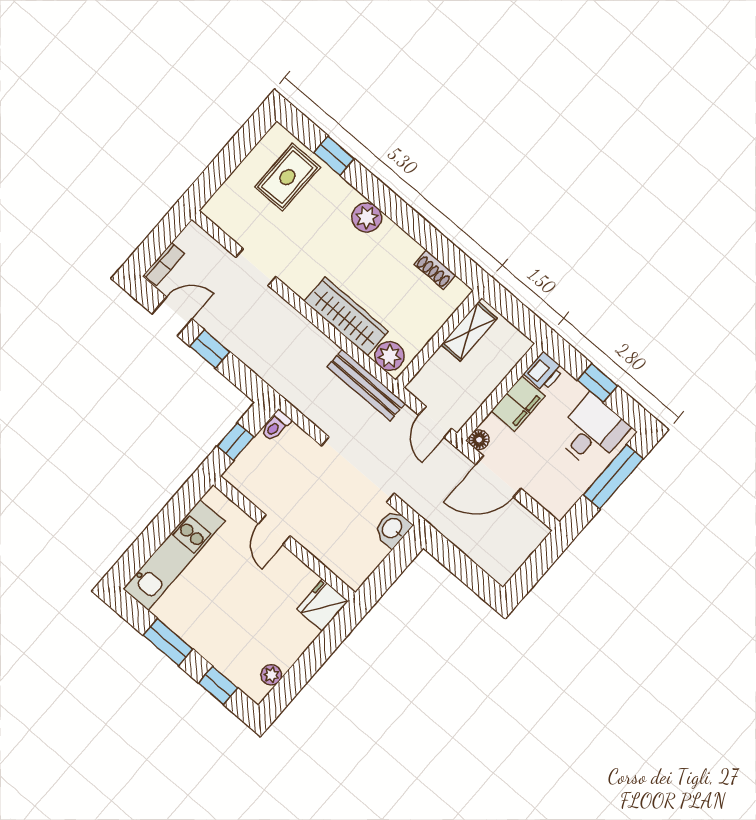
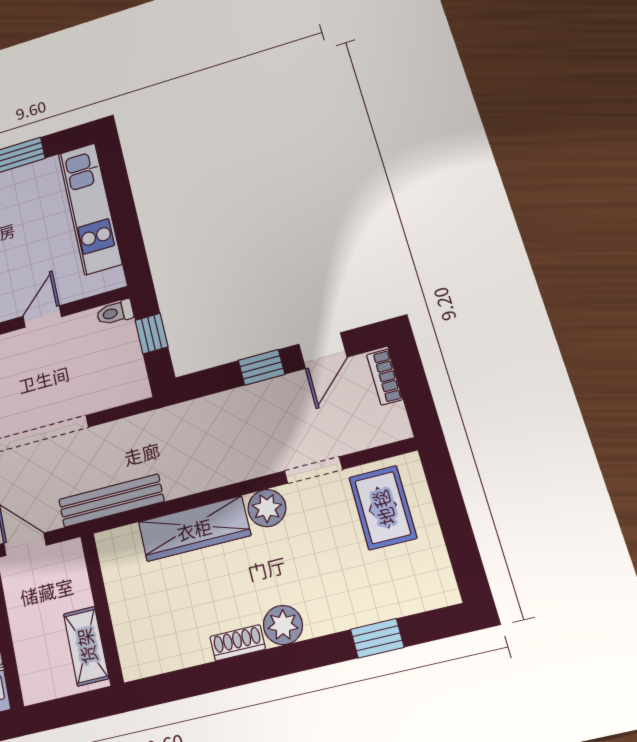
rug: (287, 177) -> (383, 508), moved
shoe rack: (435, 270) -> (238, 643), moved
plant: (389, 356) -> (267, 508), moved
toilet: (276, 426) -> (115, 313), moved, turned -90
door: (274, 530) -> (42, 317), hinge flipped

